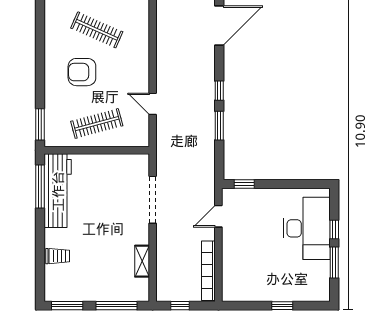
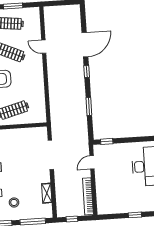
window: (219, 91) -> (87, 71), moved
door: (153, 104) -> (44, 47), moved
stool: (88, 273) -> (14, 202), added

